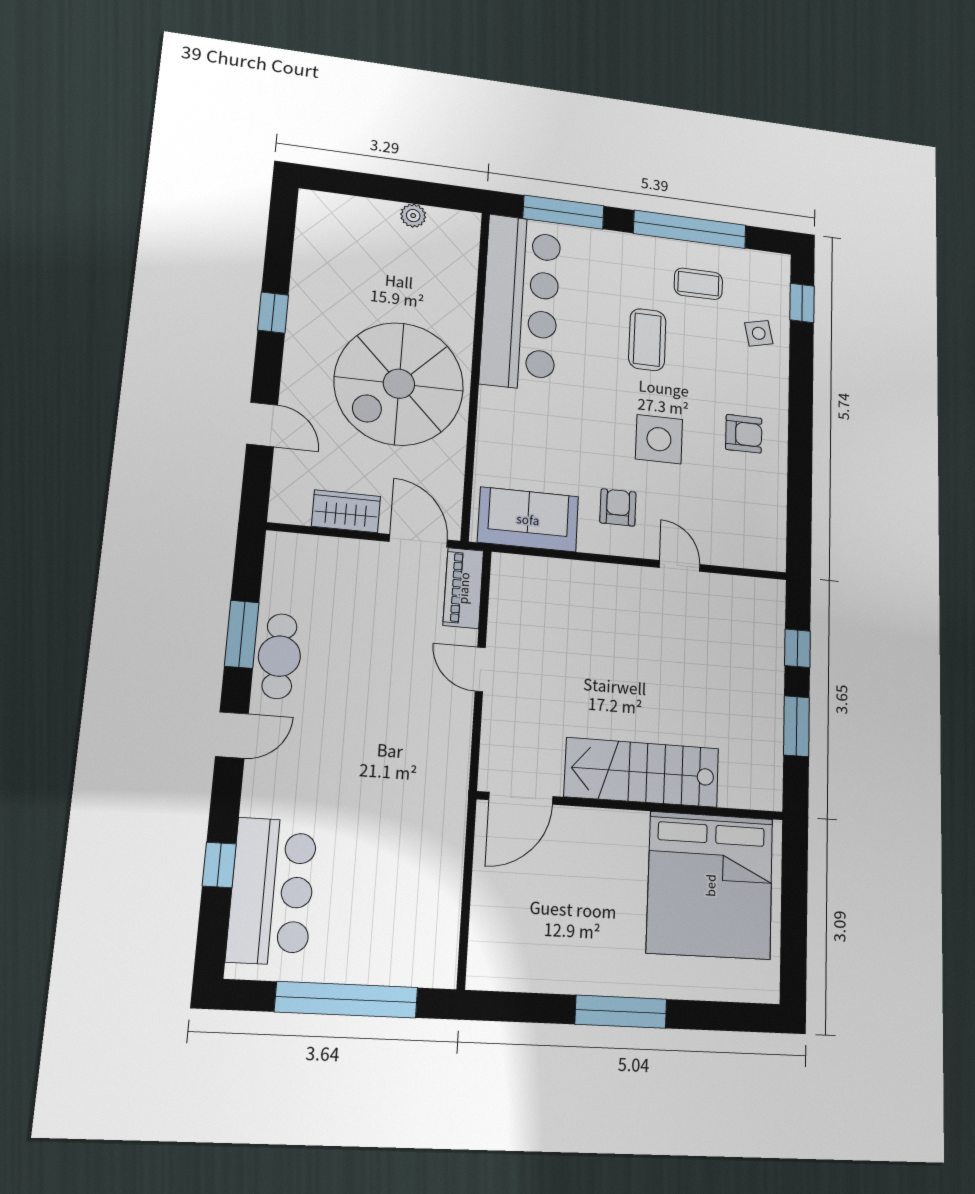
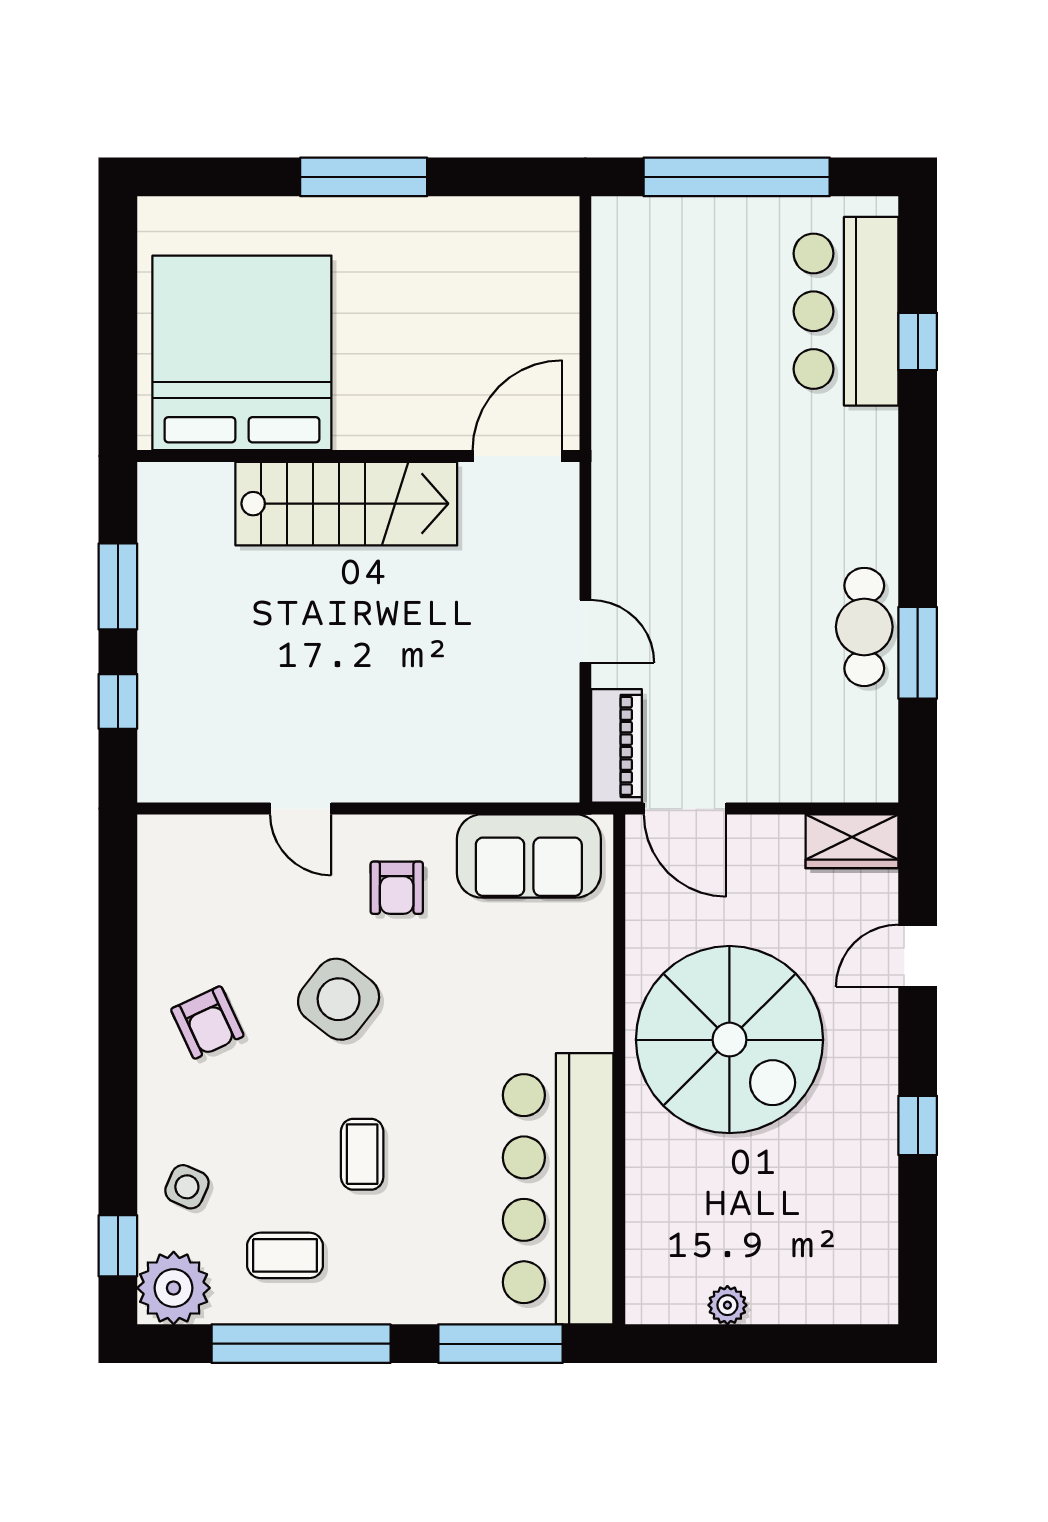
plant: (768, 273) -> (174, 1288), added
side table: (759, 333) -> (187, 1187), turned 37
coffee table: (647, 340) -> (362, 1154), width x0.73, depth x0.77
spiral stairs: (399, 384) -> (729, 1040), turned 90
door: (262, 424) -> (918, 956), hinge flipped
armchair: (744, 434) -> (207, 1022), turned -115
side table: (659, 439) -> (339, 999), turned 38
wardrobe: (346, 511) -> (852, 841), moved
door: (232, 735) -> (918, 514), removed

